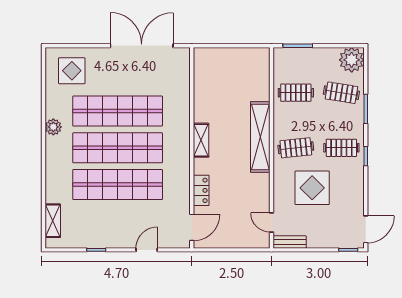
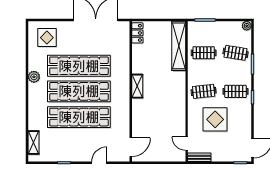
plant: (352, 60) -> (247, 26), width x0.53, depth x0.53
shelving: (260, 137) -> (179, 46), moved
locker: (201, 190) -> (137, 33), moved

